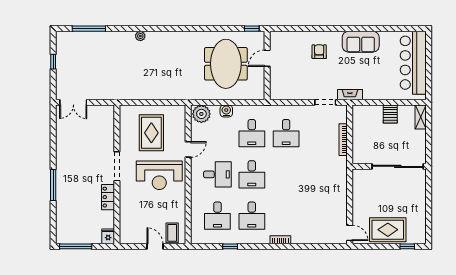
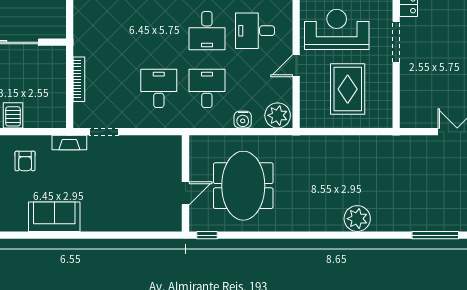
plant: (140, 36) -> (357, 219), width x1.88, depth x1.88
armchair: (319, 52) -> (25, 161), moved
desk: (252, 174) -> (207, 31), turned 180

